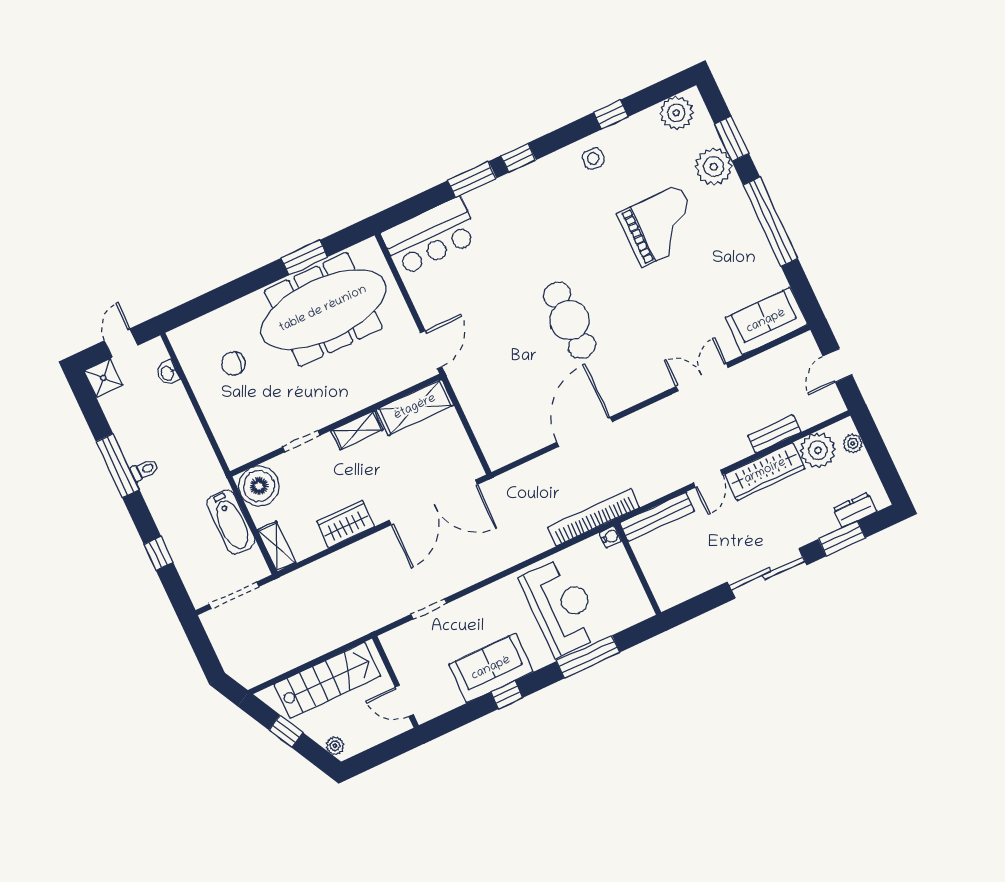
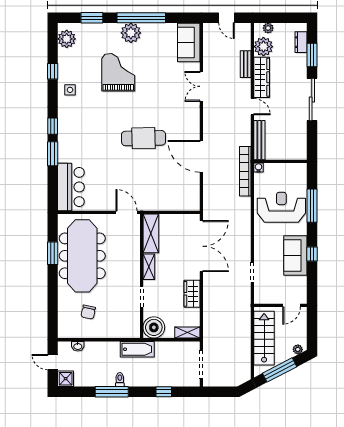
plant: (714, 167) -> (131, 33), moved
bathtub: (231, 522) -> (137, 349), moved
window: (286, 731) -> (280, 370), width x2.17

